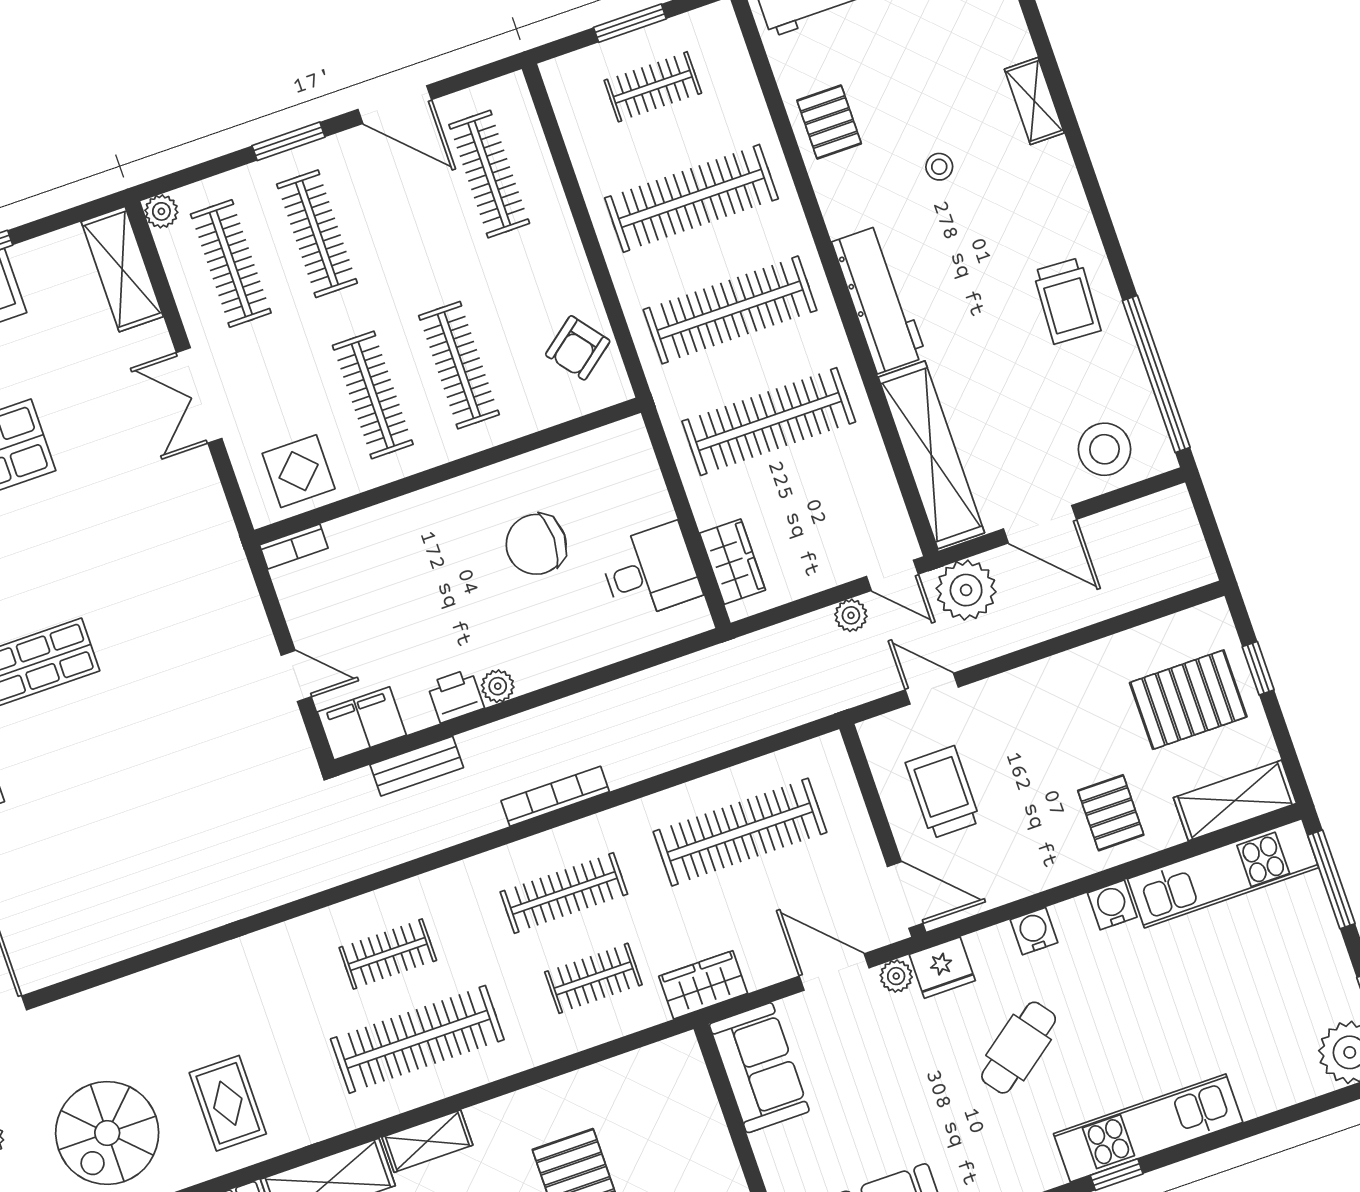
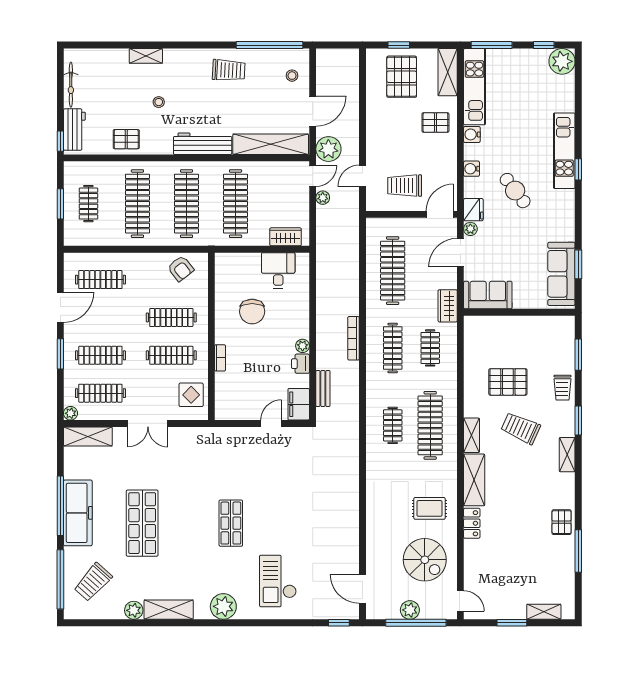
stool: (1104, 449) -> (292, 76), width x0.53, depth x0.53
bookcase: (294, 547) -> (220, 358), moved

